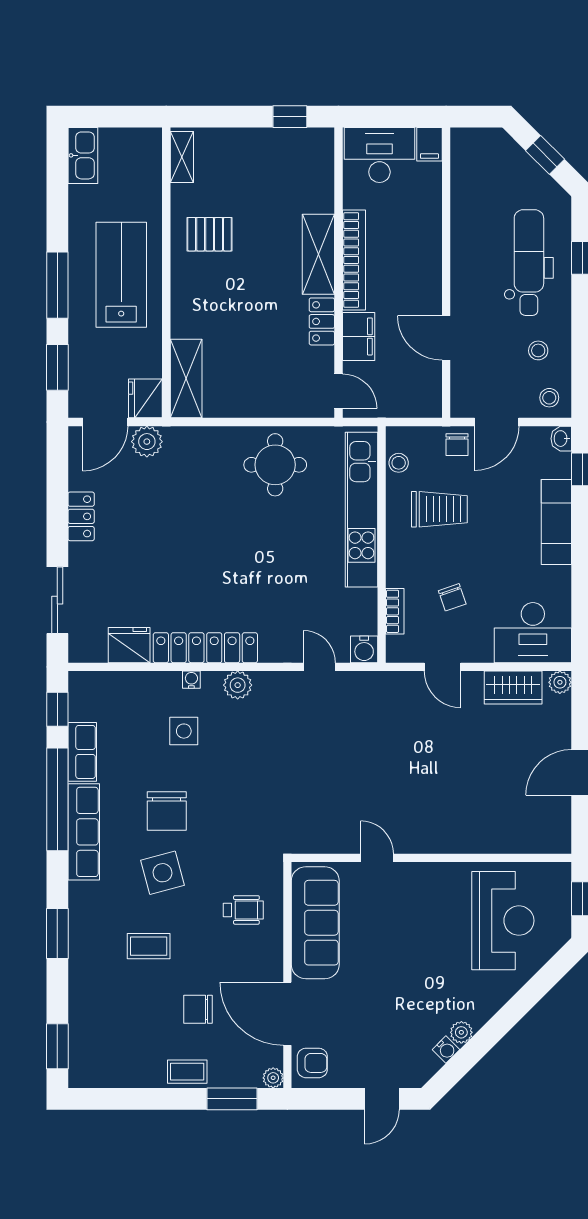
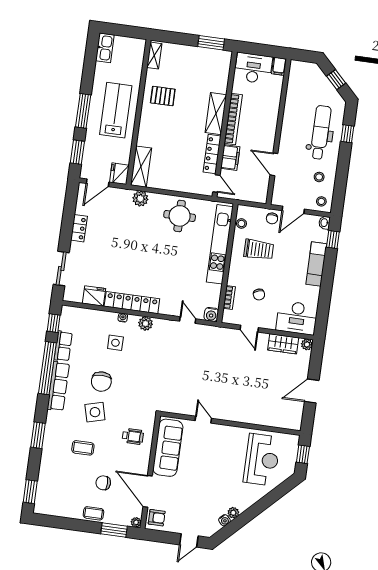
window: (290, 117) -> (211, 43), width x1.50
locker: (322, 321) -> (212, 154), width x1.53
plant: (147, 442) -> (140, 199), moved

